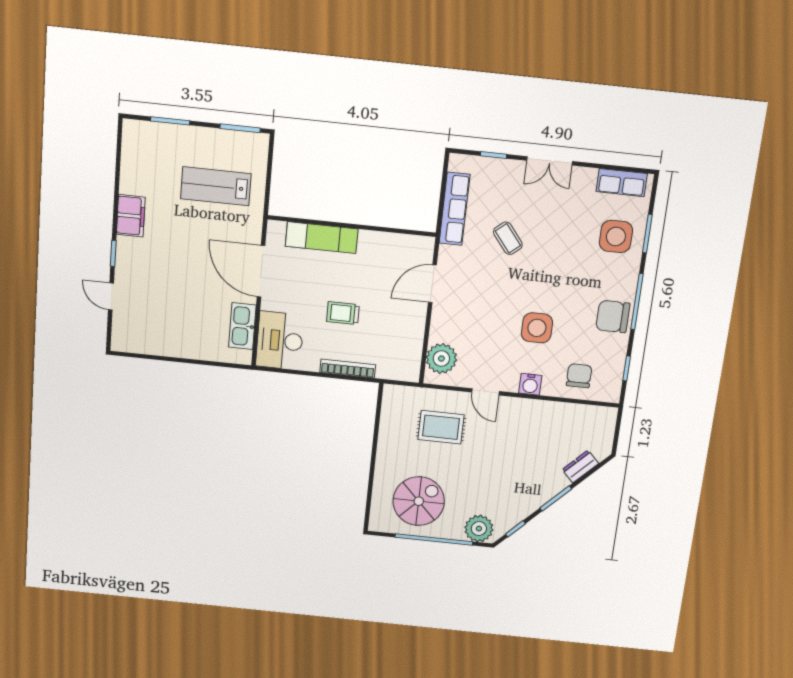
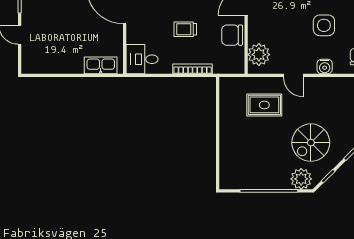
kitchen sink: (242, 326) -> (101, 65), moved, turned 90
chair: (407, 328) -> (232, 35), added
desk: (280, 341) -> (142, 59), width x0.73
spiral stairs: (419, 501) -> (311, 143), moved, turned 180

